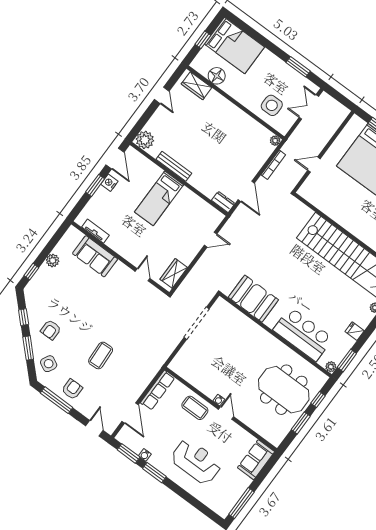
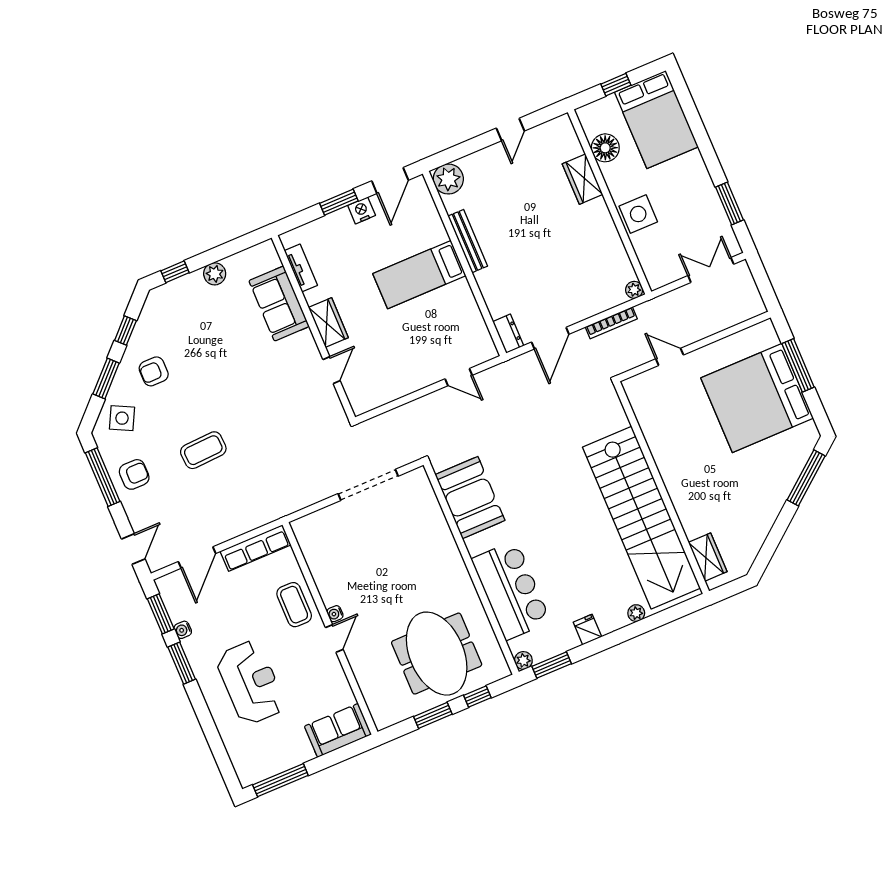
wardrobe: (196, 86) -> (582, 179), moved
side table: (272, 105) -> (638, 214), moved
wardrobe: (174, 273) -> (328, 323), moved, turned 90

